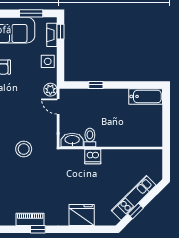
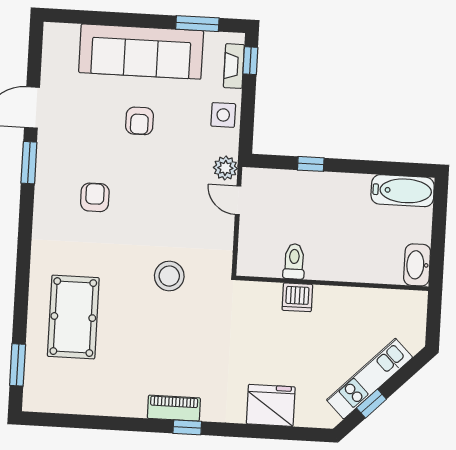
washbasin: (72, 140) -> (417, 265), moved, turned -90

